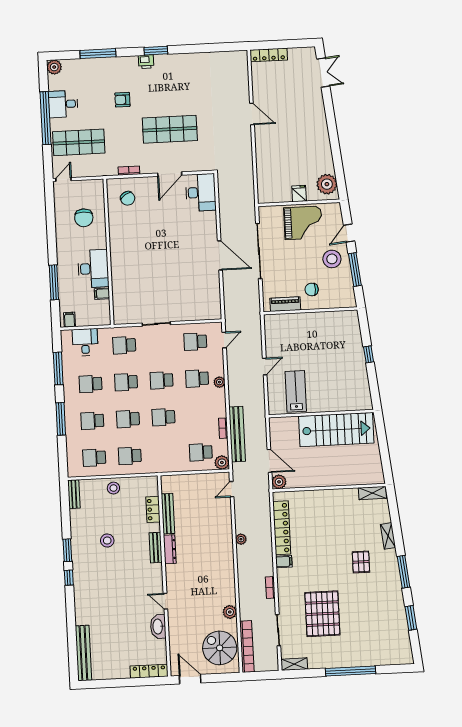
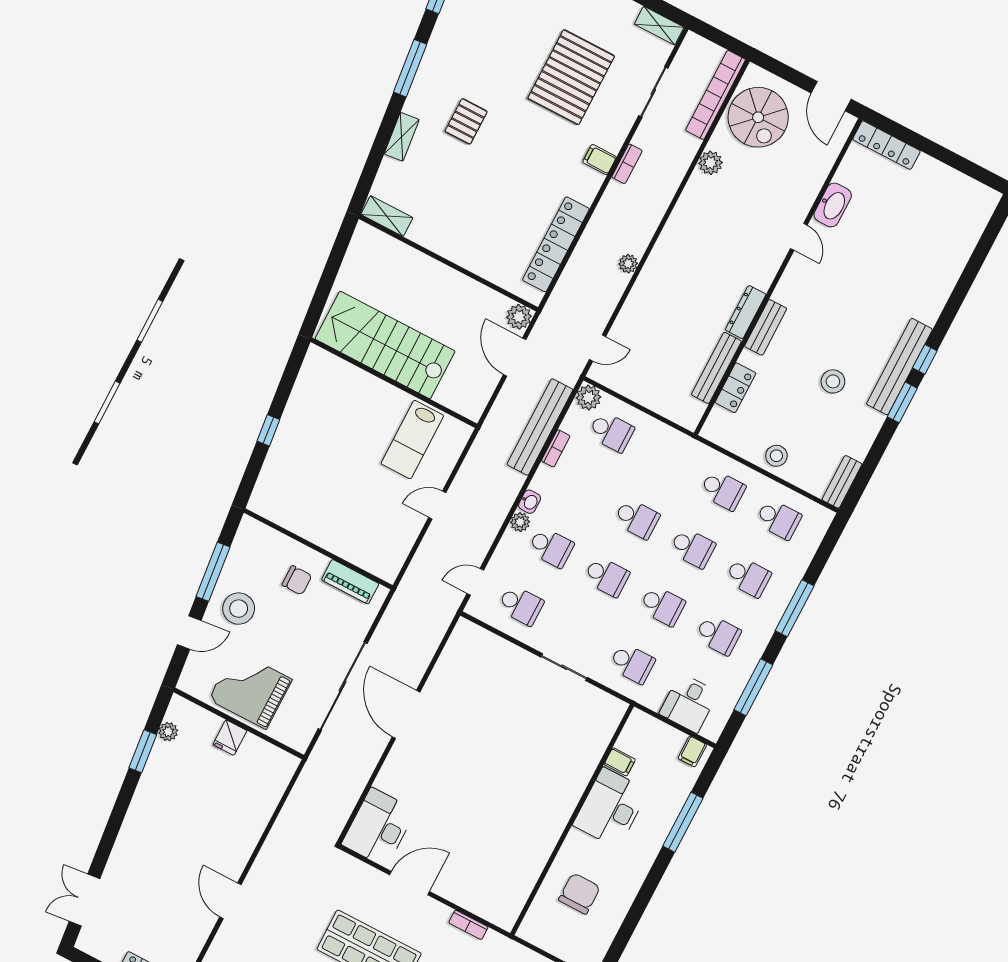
window: (338, 162) -> (143, 751), added
plant: (327, 184) -> (168, 732), width x0.53, depth x0.53
chair: (128, 198) -> (495, 884), removed
washbasin: (221, 395) -> (530, 502), added
filing cabinet: (284, 562) -> (599, 160), moved
bench: (83, 653) -> (899, 367), moved

